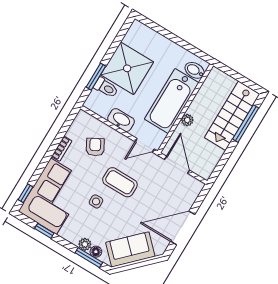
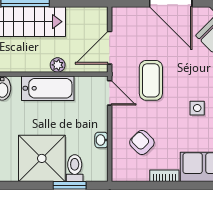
bathtub: (172, 101) -> (48, 88), width x0.73, depth x0.73
washbasin: (121, 120) -> (101, 140), width x0.52, depth x0.69
armchair: (95, 147) -> (142, 143), turned 74
coffee table: (120, 182) -> (151, 80), moved

